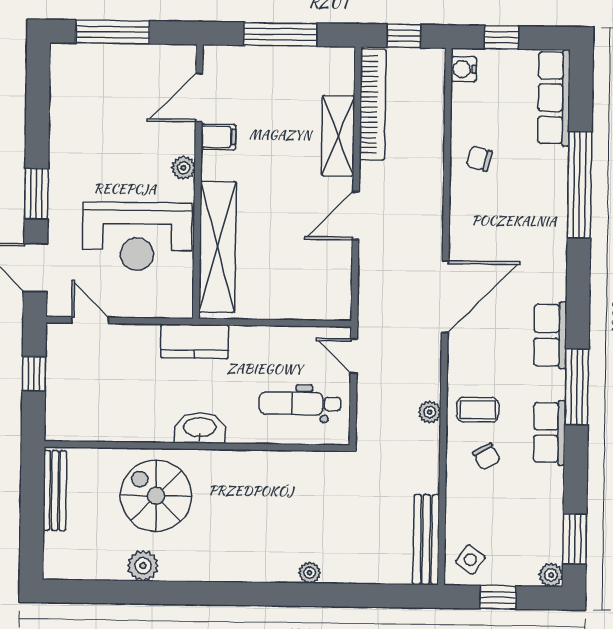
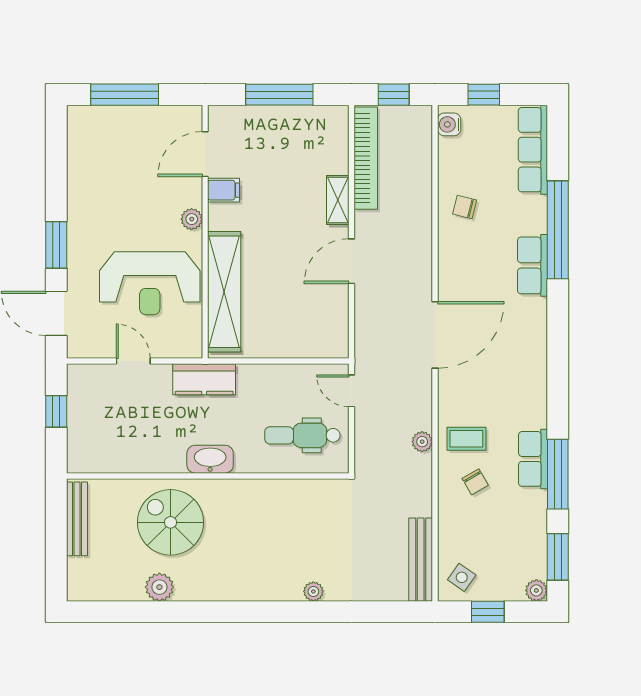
shelving: (338, 136) -> (338, 200), width x0.67, depth x0.75
door: (90, 320) -> (133, 361), moved
row of seats: (550, 335) -> (532, 265), moved
window: (577, 387) -> (558, 474), moved

